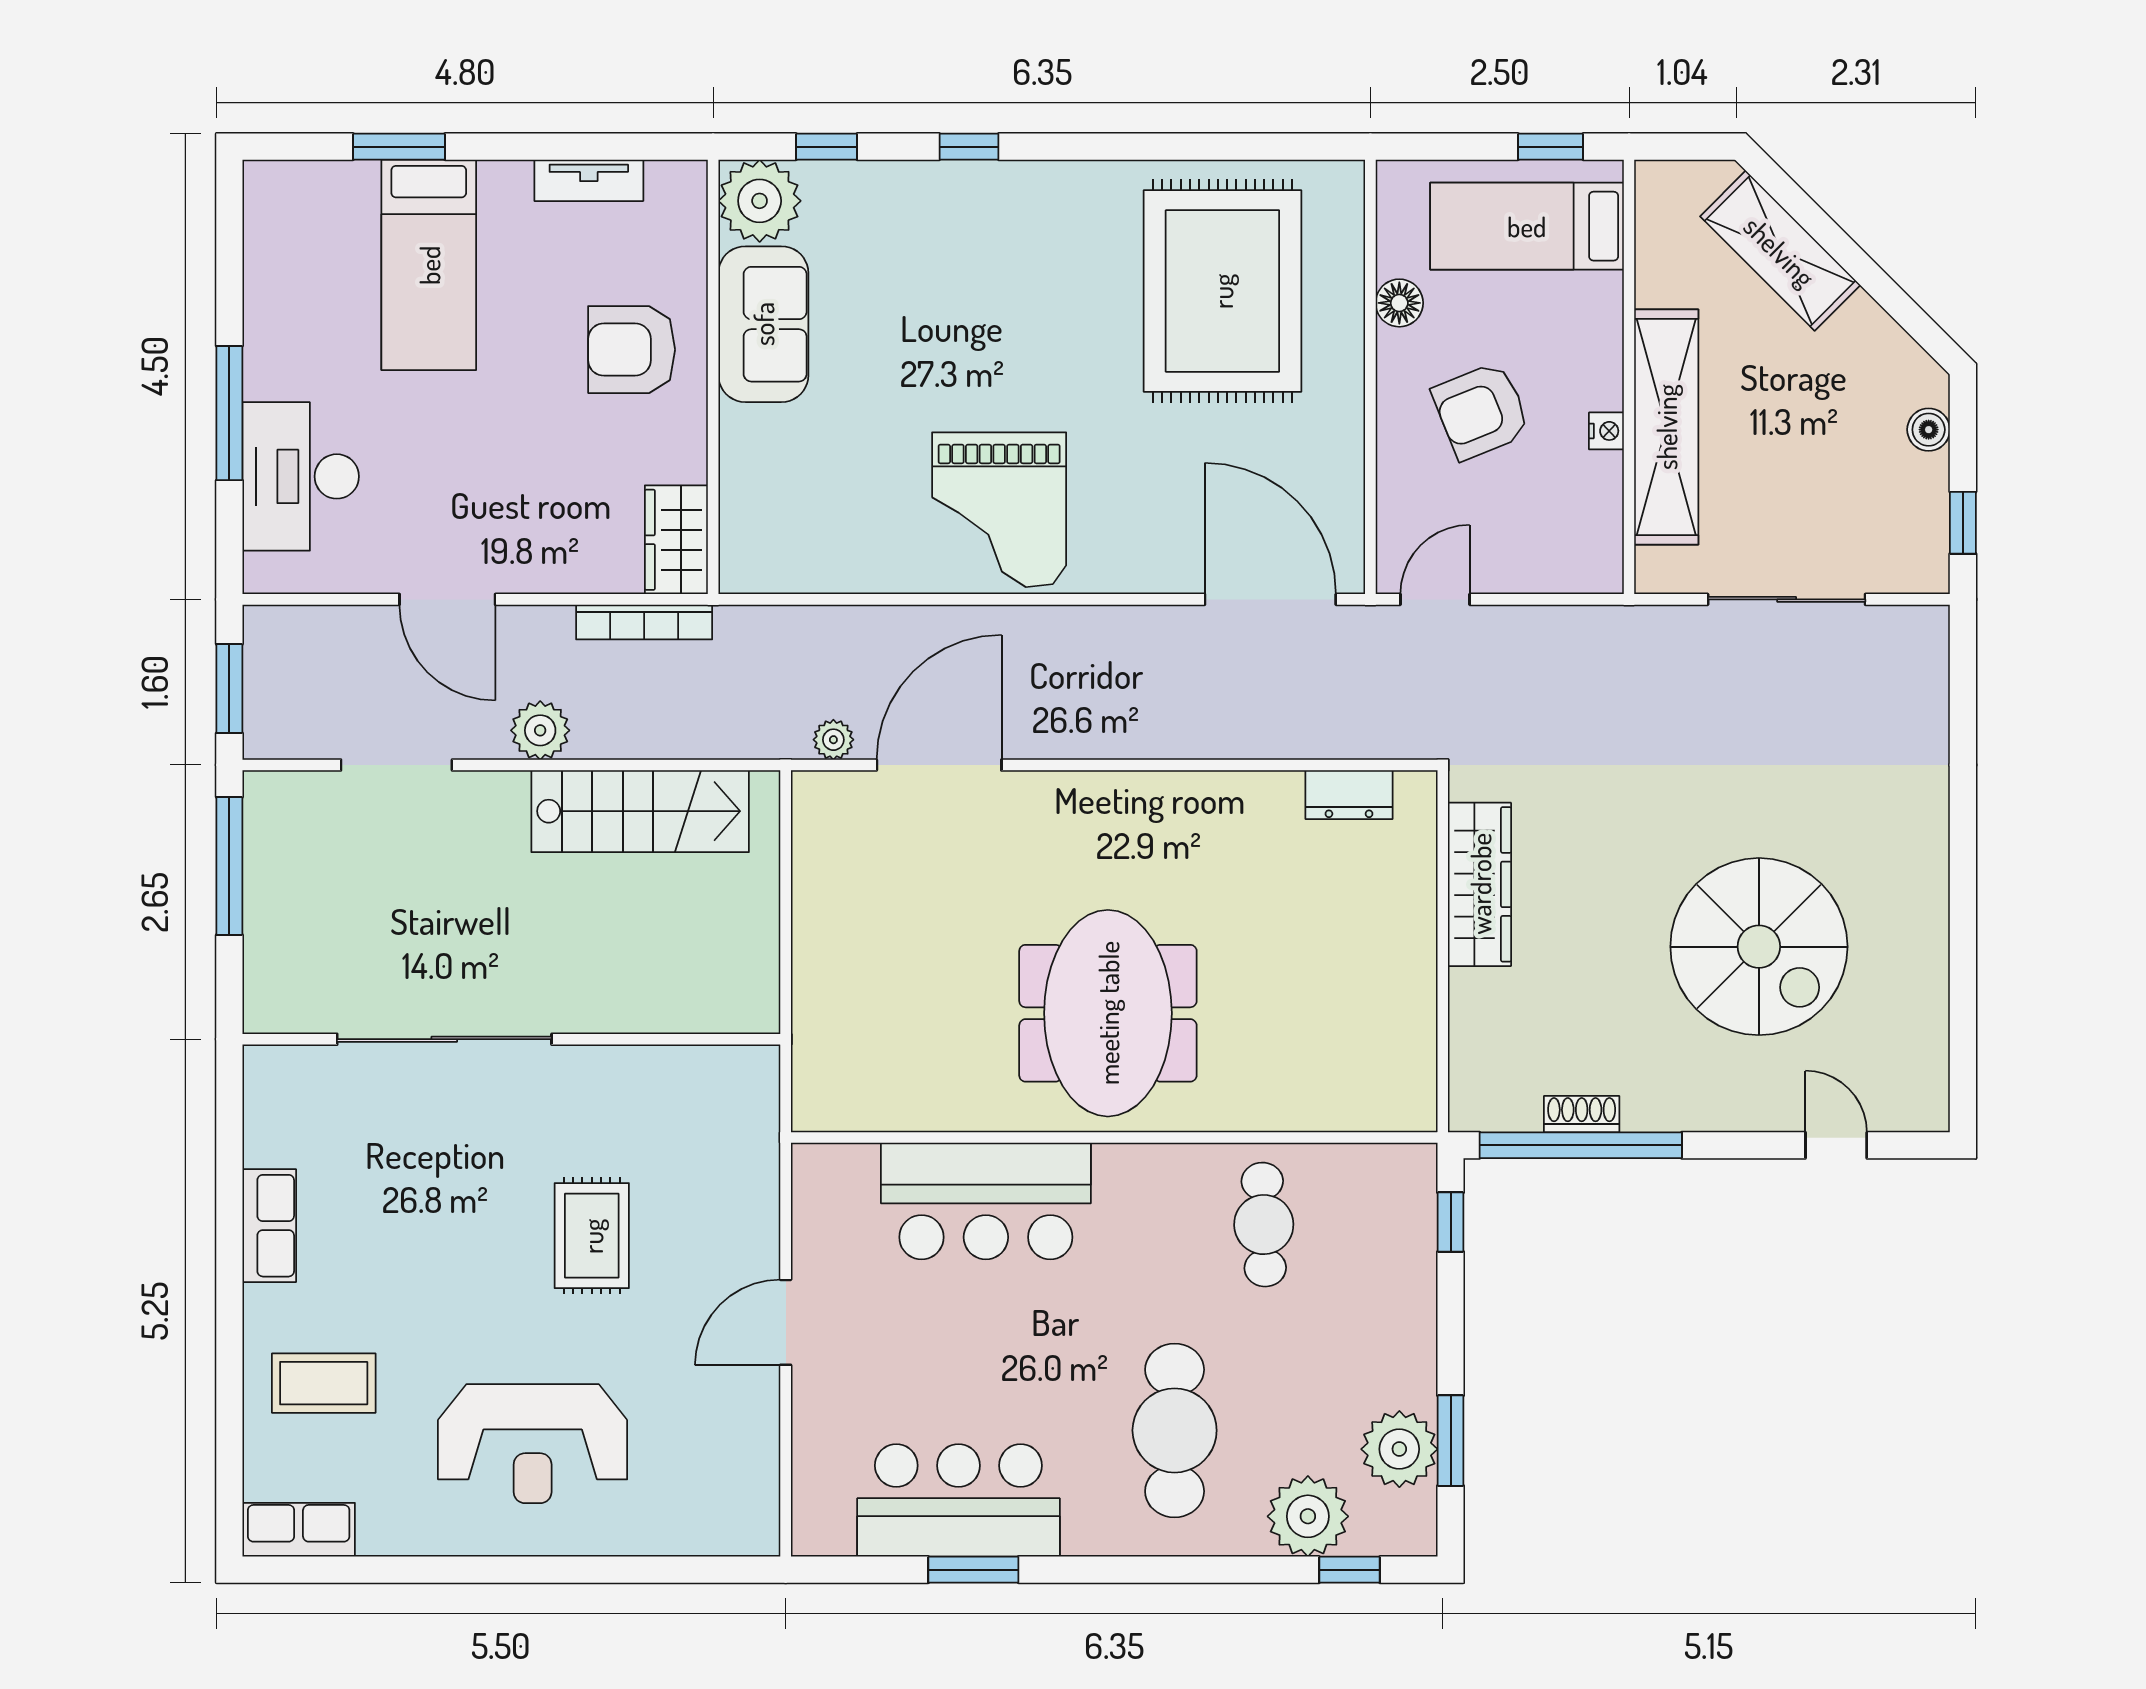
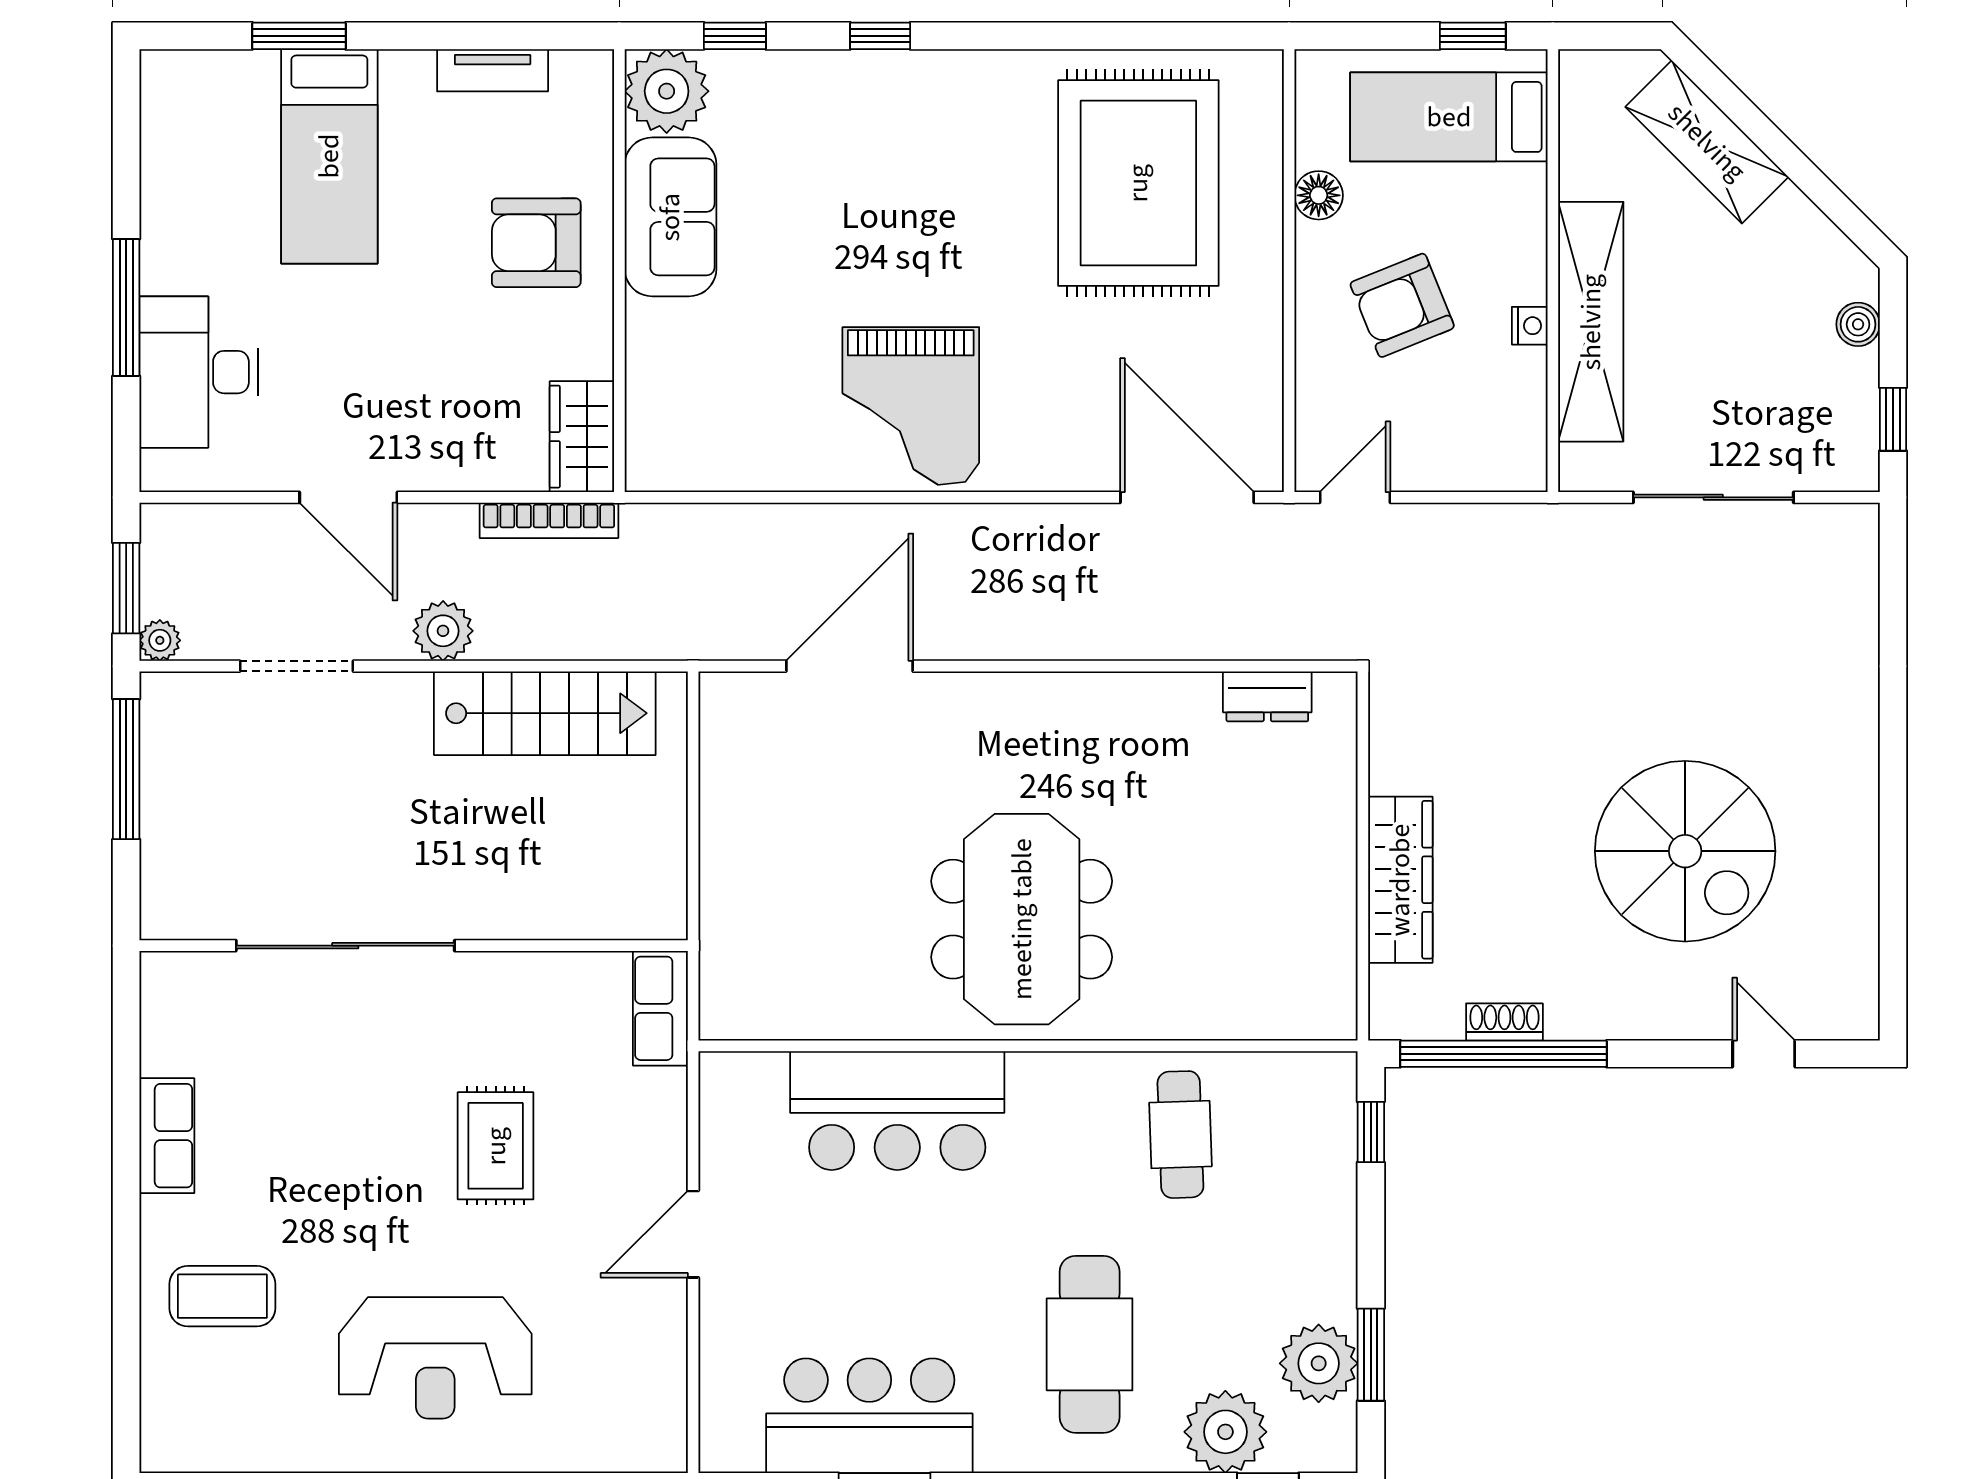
plant: (833, 740) -> (160, 640), moved
wardrobe: (1480, 884) -> (1400, 880), moved
row of seats: (299, 1530) -> (660, 1008), moved, turned -90

